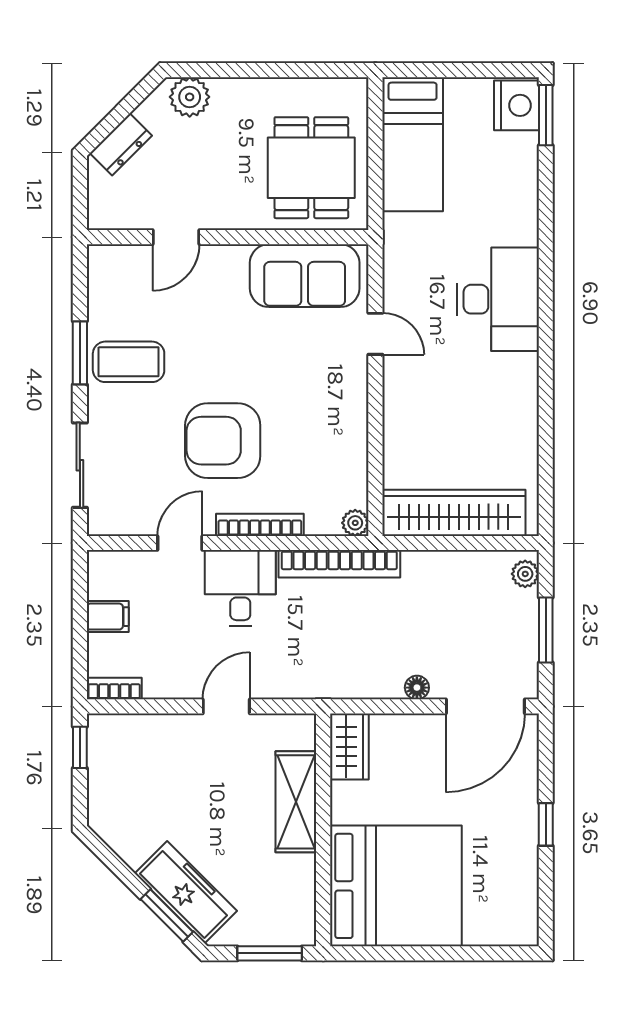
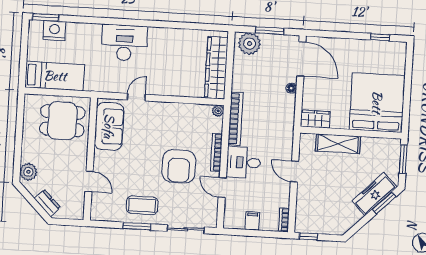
nightstand: (516, 105) -> (54, 31), moved
coffee table: (129, 362) -> (142, 205), turned 90
plant: (525, 574) -> (250, 44), width x1.88, depth x1.88
window: (546, 824) -> (380, 37), moved

